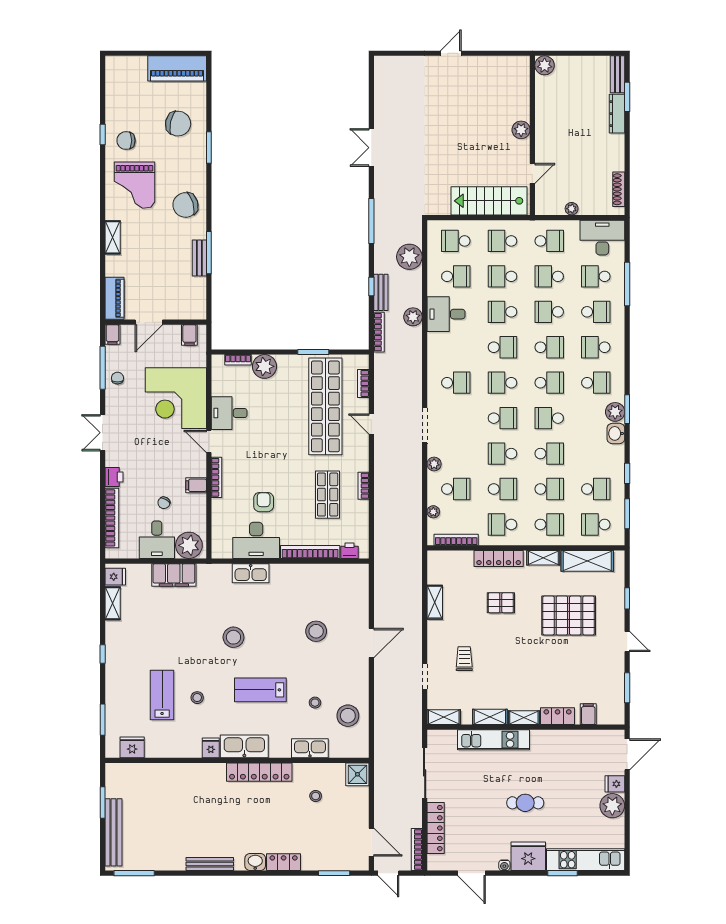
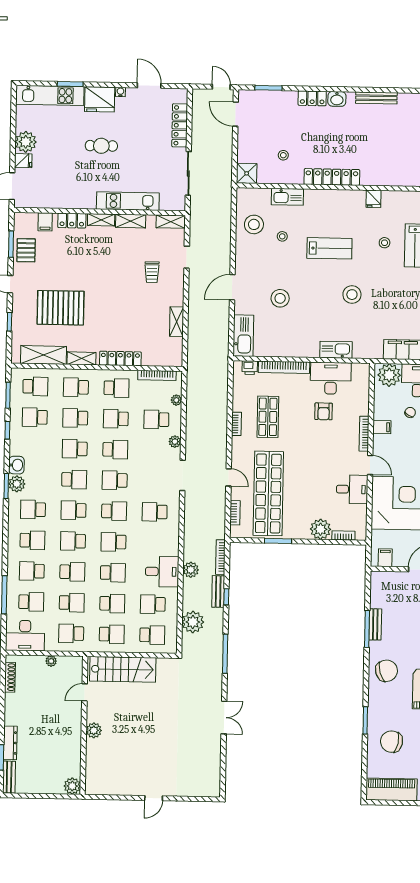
pallet: (501, 603) -> (26, 250), moved, turned 90
kitchen sink: (244, 746) -> (243, 336), moved, turned -90
bookcase: (417, 850) -> (196, 107), removed

